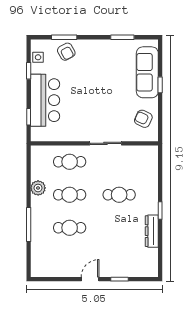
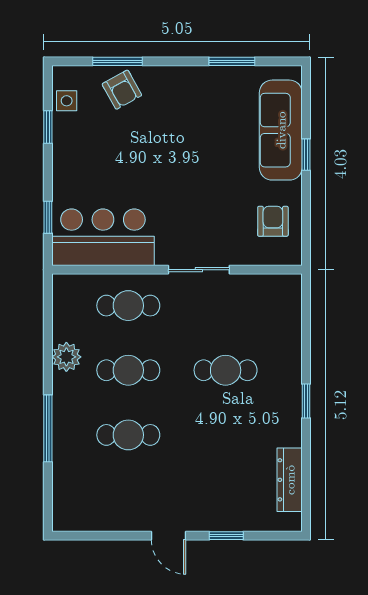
bar counter: (45, 100) -> (103, 237), moved, turned -90
armchair: (143, 119) -> (273, 221), turned 65
dresser: (152, 231) -> (290, 480), moved
door: (90, 279) -> (169, 536), swing flipped

